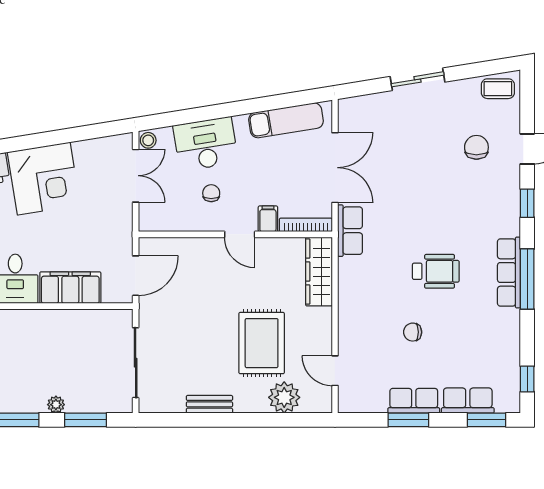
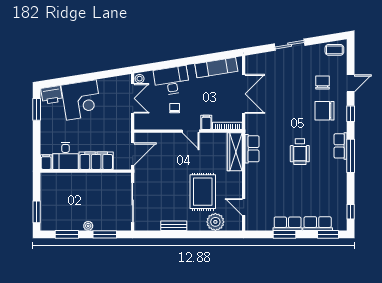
row of seats: (350, 231) -> (252, 149), moved
wheelchair: (436, 271) -> (300, 152), turned 90
row of seats: (509, 273) -> (341, 146), width x0.68
chair: (413, 332) -> (325, 111), moved, width x1.87, depth x1.87

